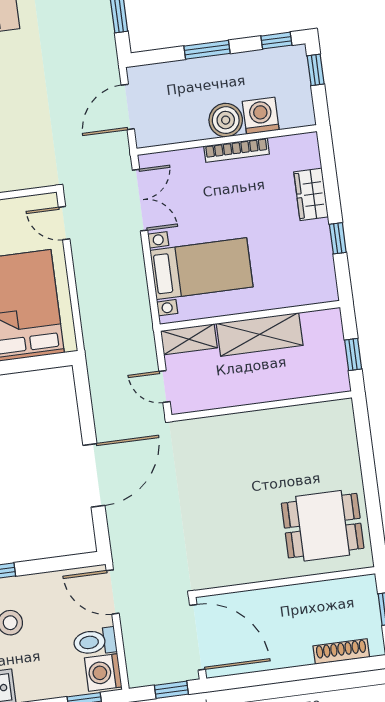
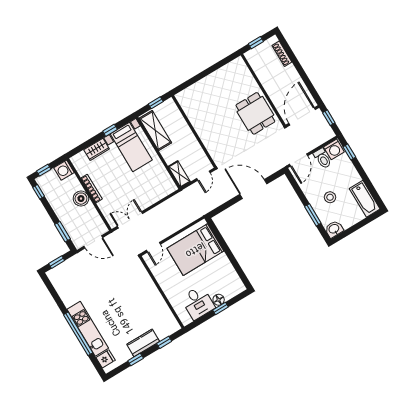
window: (207, 50) -> (62, 232), moved
washing machine: (261, 116) -> (64, 170), moved
bed with nightstands: (201, 269) -> (131, 147), moved, turned 180
shelving: (260, 334) -> (155, 131), moved
dining table: (323, 526) -> (255, 113), moved

